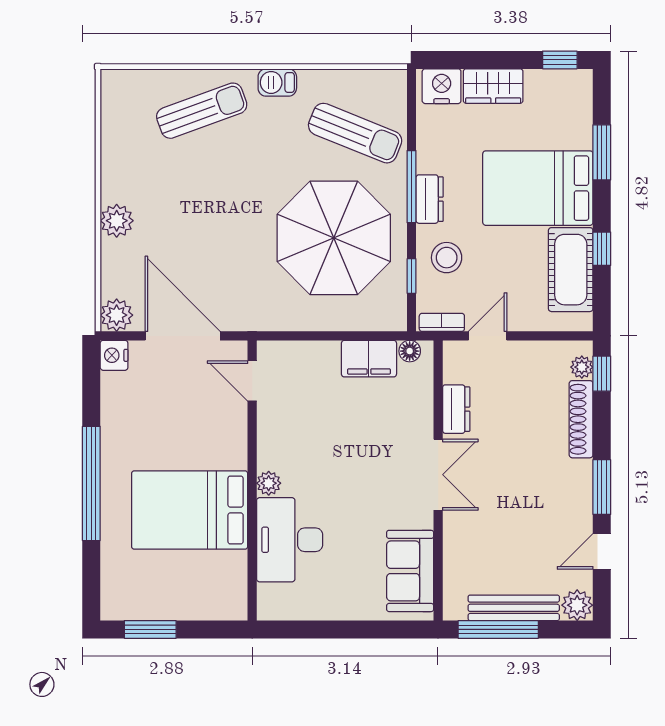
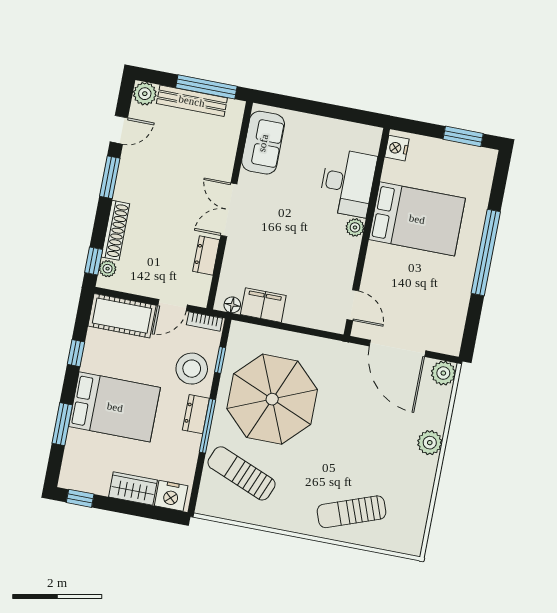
barbecue: (277, 82) -> (292, 522), removed
stool: (447, 258) -> (192, 369), width x1.38, depth x1.38
cot: (571, 270) -> (122, 316), moved, turned 90
nightstand: (114, 355) -> (397, 148), moved, turned 180

